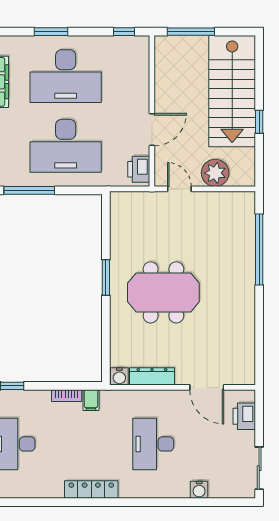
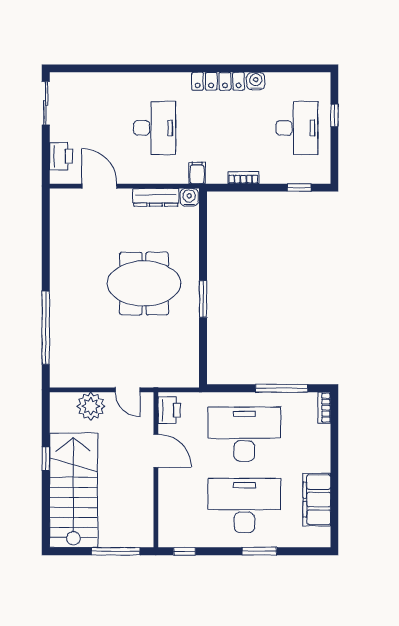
door: (152, 130) -> (156, 451), swing flipped
filing cabinet: (91, 400) -> (197, 173), moved
water cooler: (199, 490) -> (256, 81), moved

